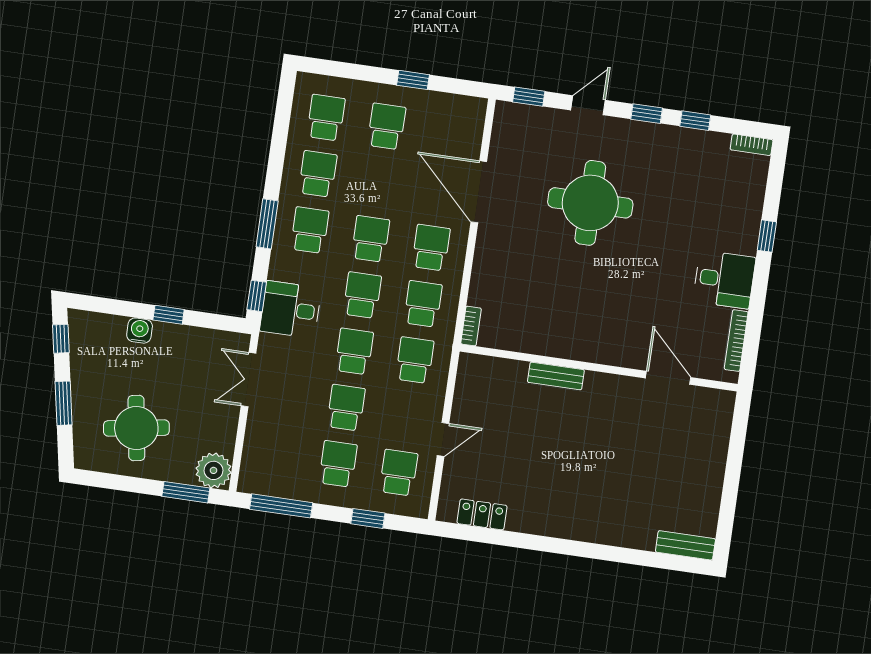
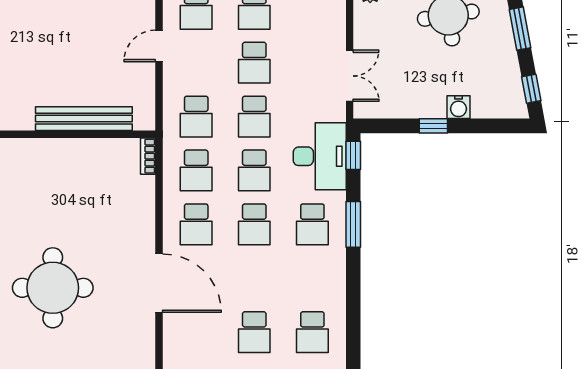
school desk: (318, 174) -> (312, 278), removed
desk: (291, 310) -> (320, 156), width x1.37
bench: (556, 376) -> (84, 119), width x1.86, depth x1.21

